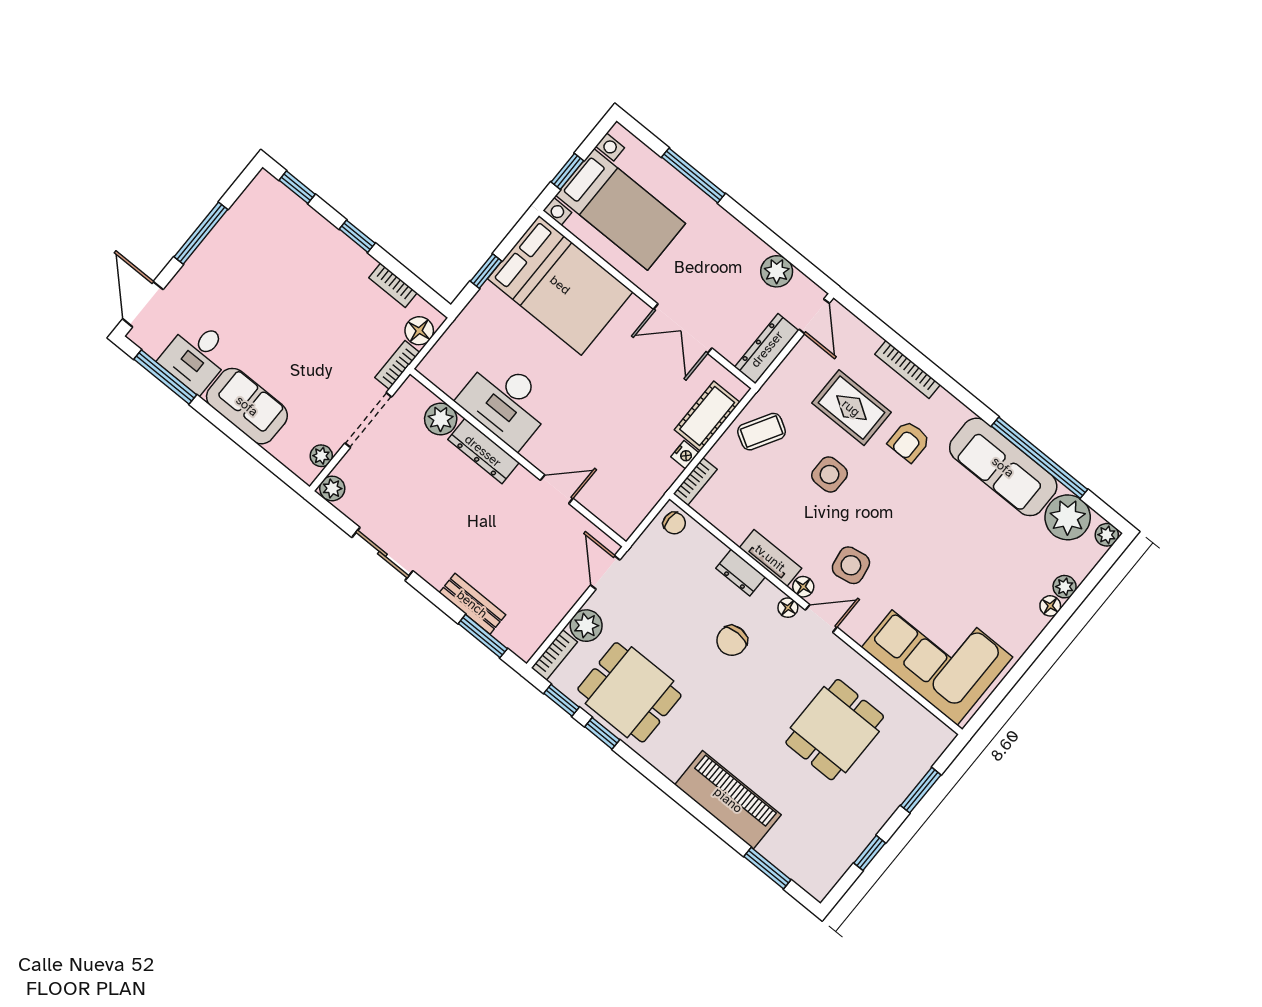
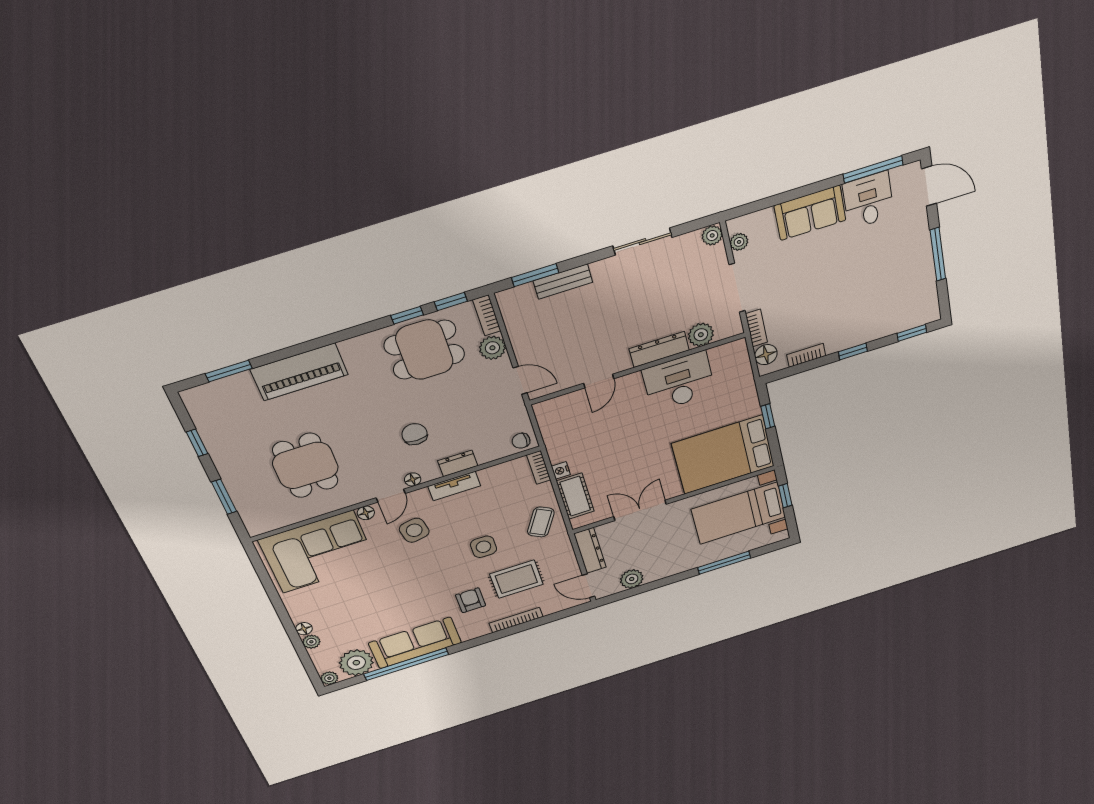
floor lamp: (803, 587) -> (366, 513), moved

